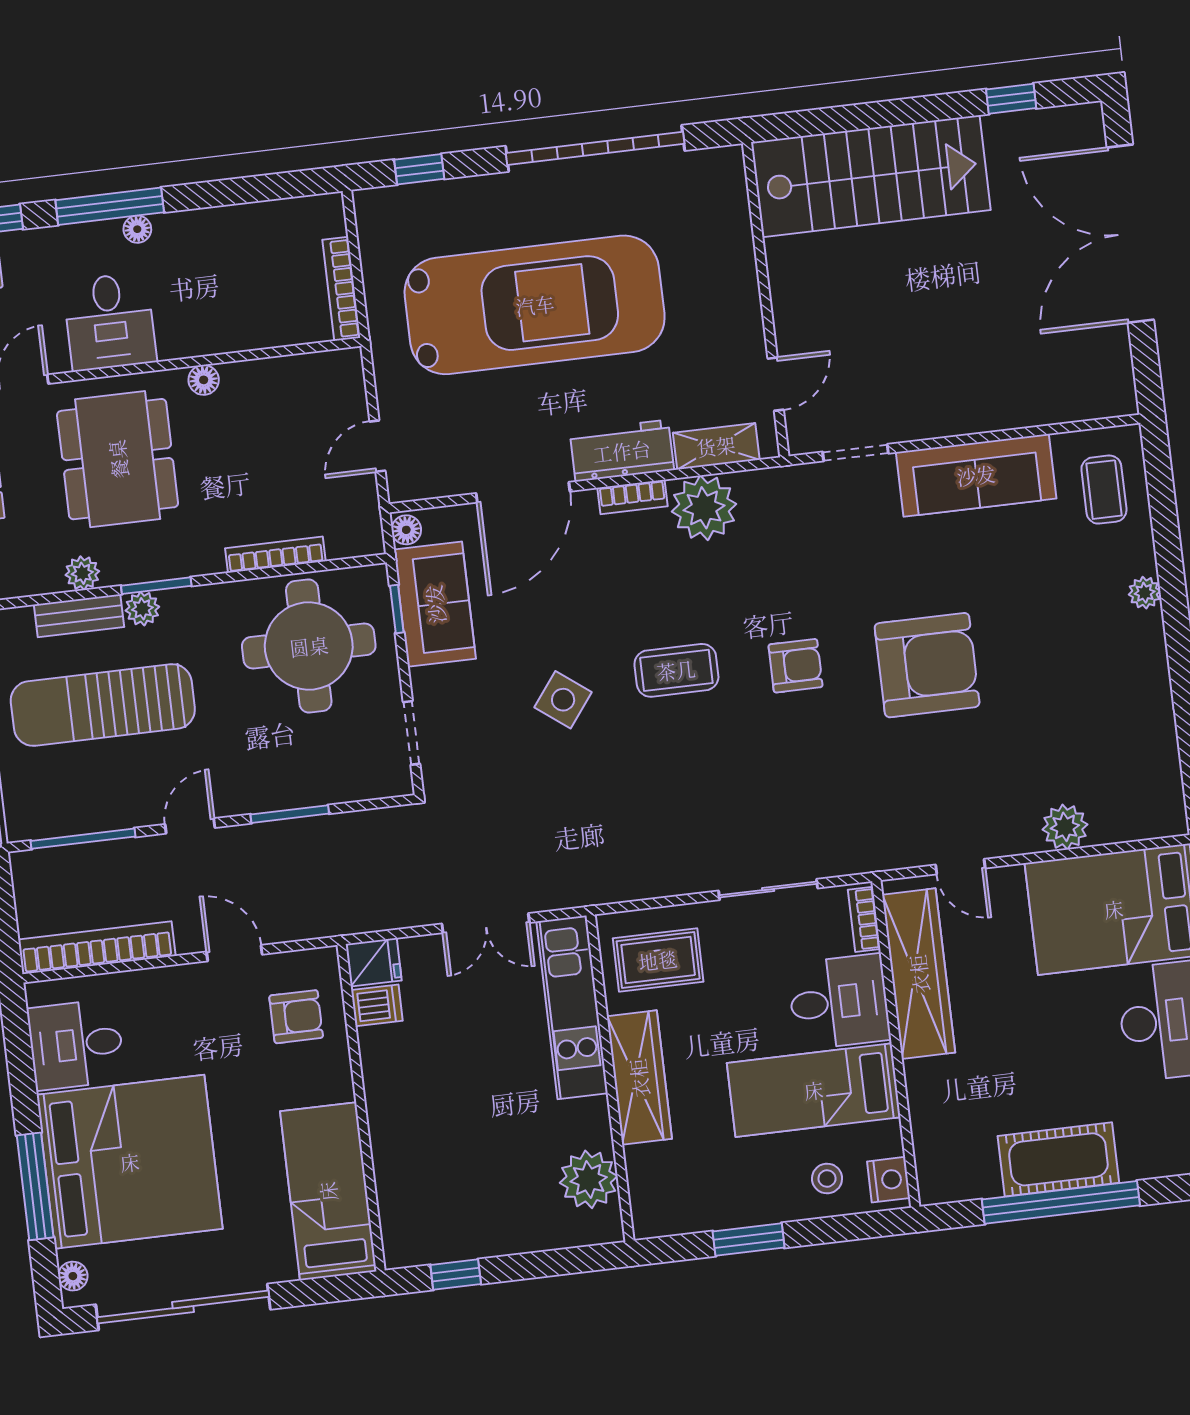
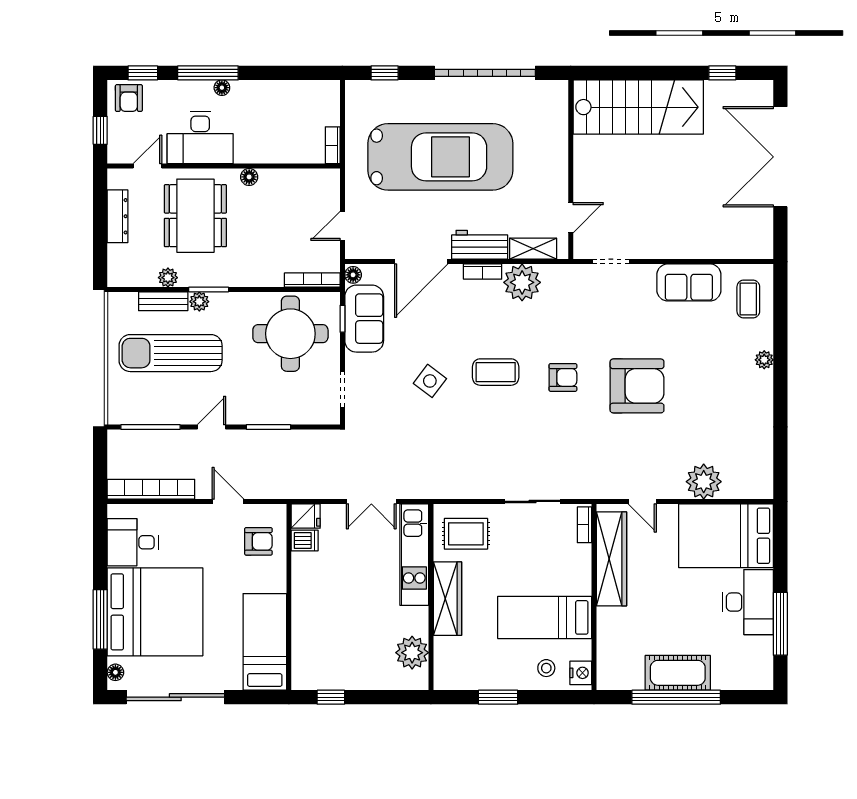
bookcase: (341, 289) -> (333, 145), width x0.64
desk: (110, 322) -> (200, 138), width x1.37
sofa: (976, 475) -> (689, 282), width x0.73
bookcase: (275, 555) -> (312, 280), moved
plant: (1065, 827) -> (704, 482), width x1.36, depth x1.36
desk: (839, 1002) -> (565, 569), removed

